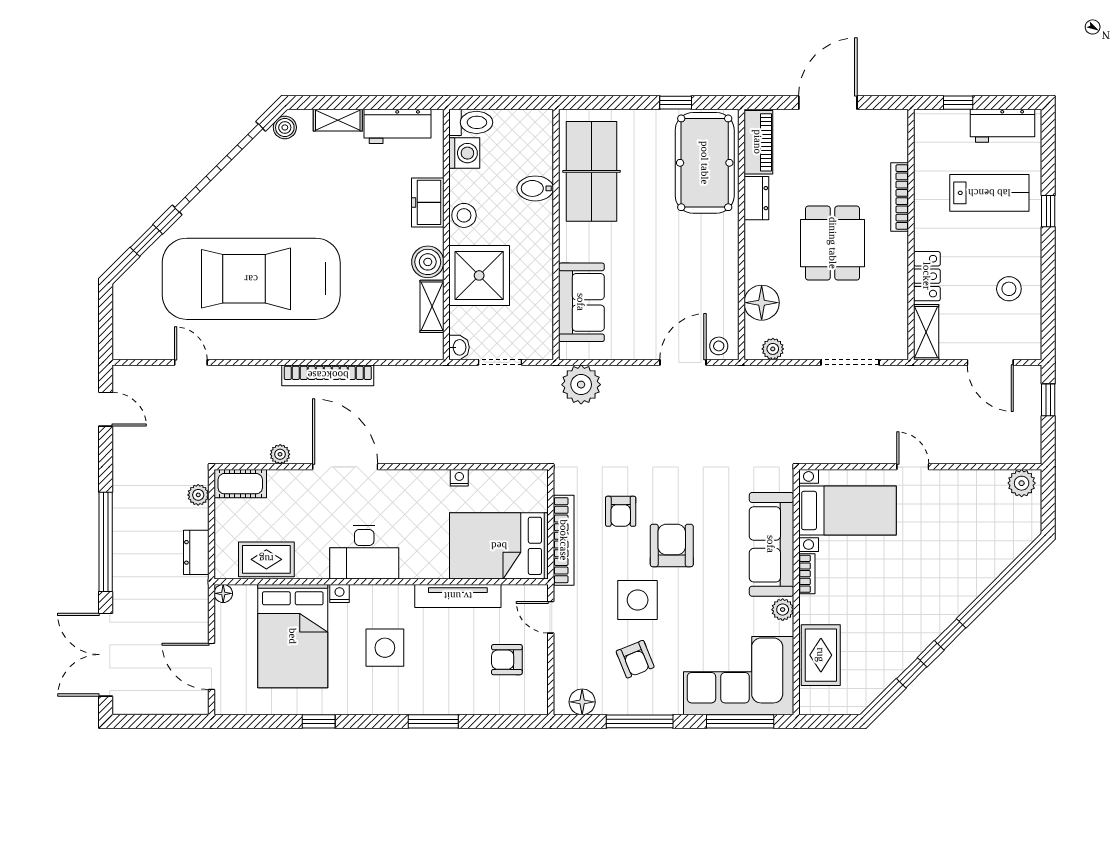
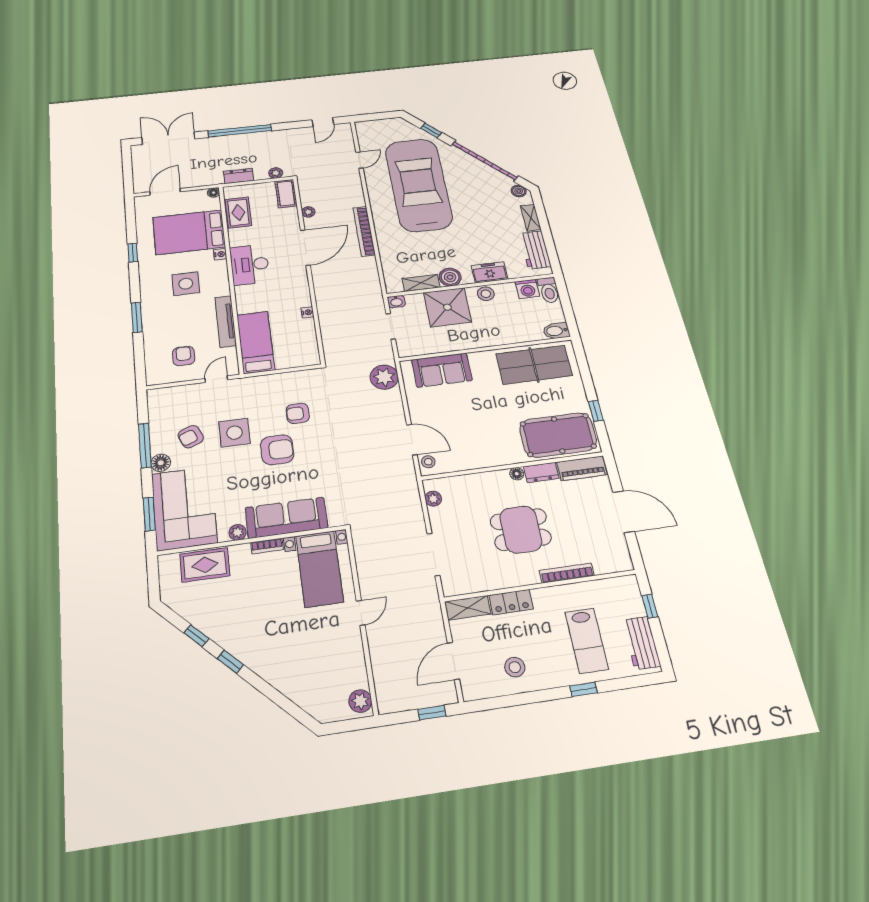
bidet: (535, 188) -> (556, 331), moved, turned -90
floor lamp: (762, 303) -> (517, 474), moved, width x0.53, depth x0.53
bookcase: (564, 540) -> (272, 380), removed
bed: (499, 546) -> (256, 342), width x0.67
floor lamp: (582, 702) -> (161, 463), moved
window: (740, 721) -> (149, 514), width x0.69

